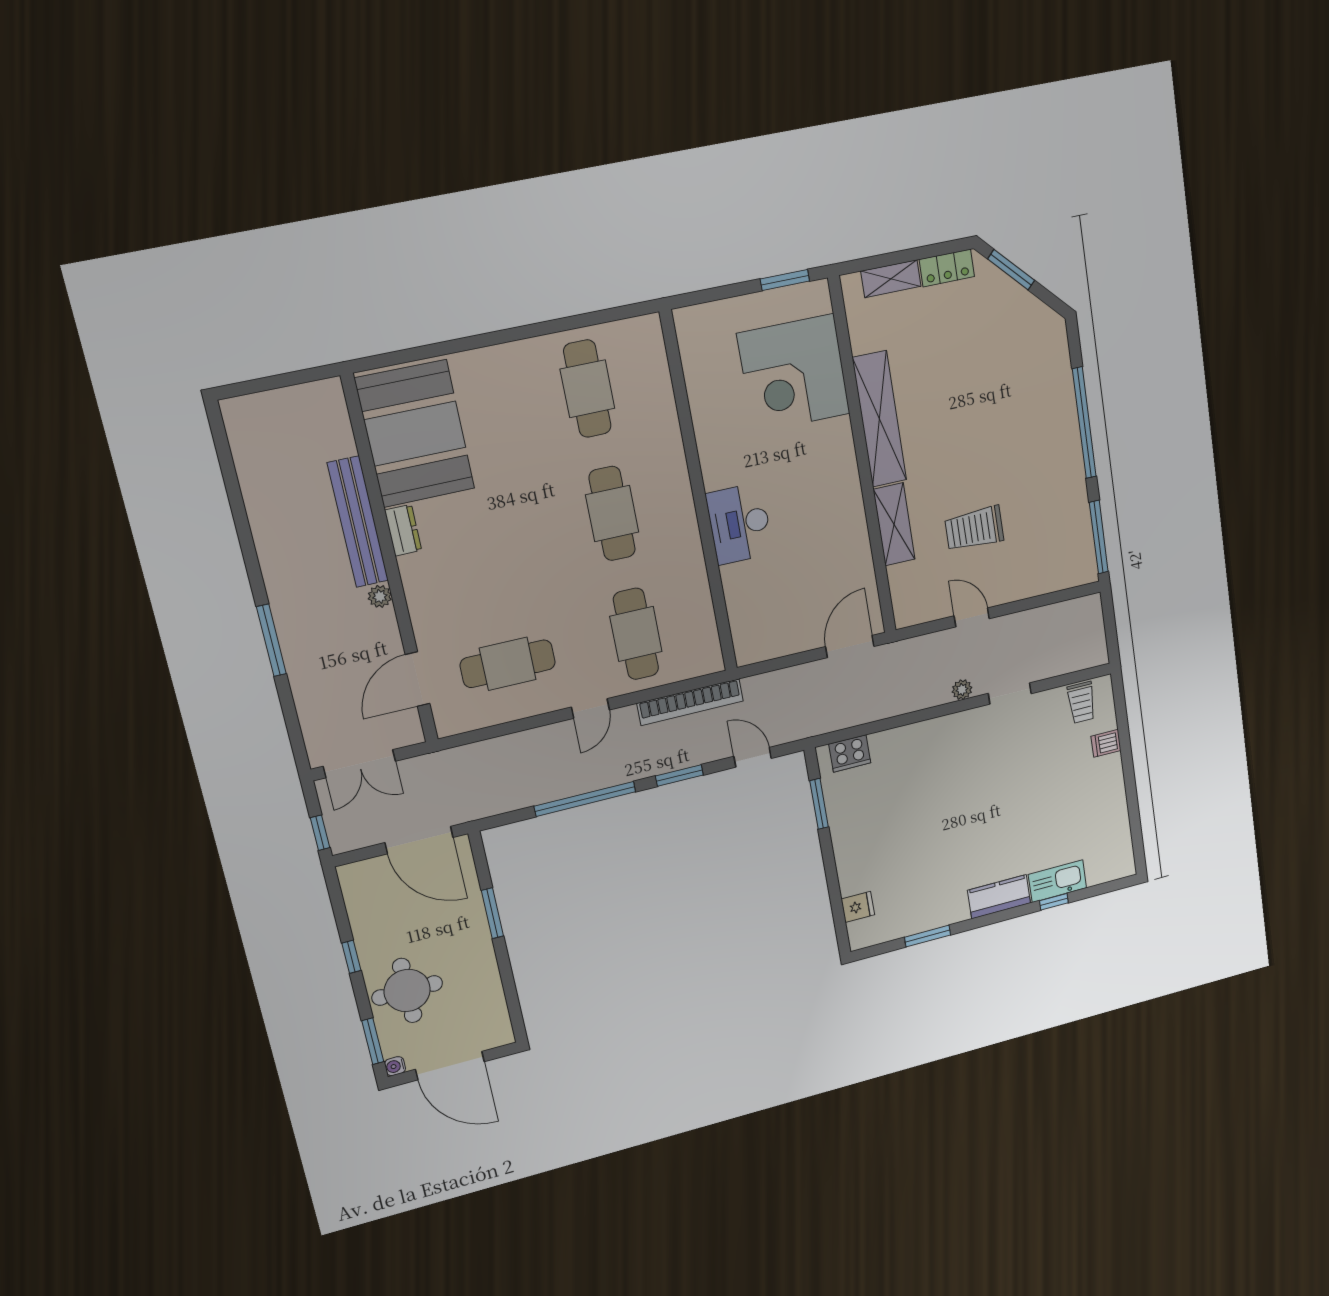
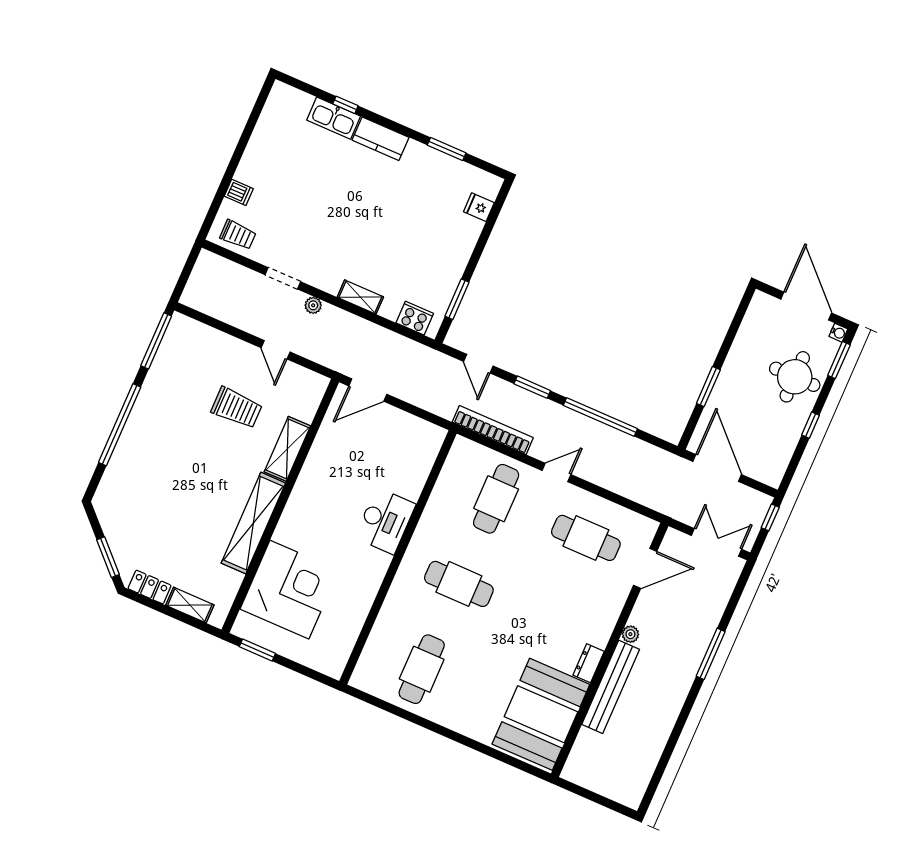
cafe table: (612, 514) -> (459, 584), turned 90
trolley: (1081, 702) -> (238, 235), turned 90
shelving: (919, 733) -> (360, 297), added

